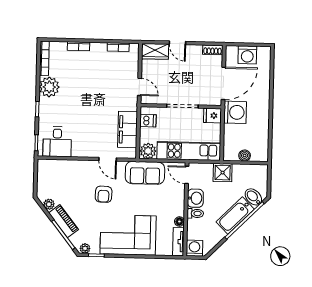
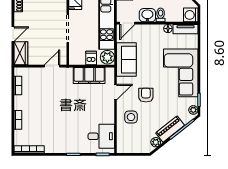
plant: (49, 87) -> (54, 144), removed
dishwasher: (148, 121) -> (91, 58), moved
side table: (79, 176) -> (131, 117), added
armchair: (104, 194) -> (146, 95), turned -92

